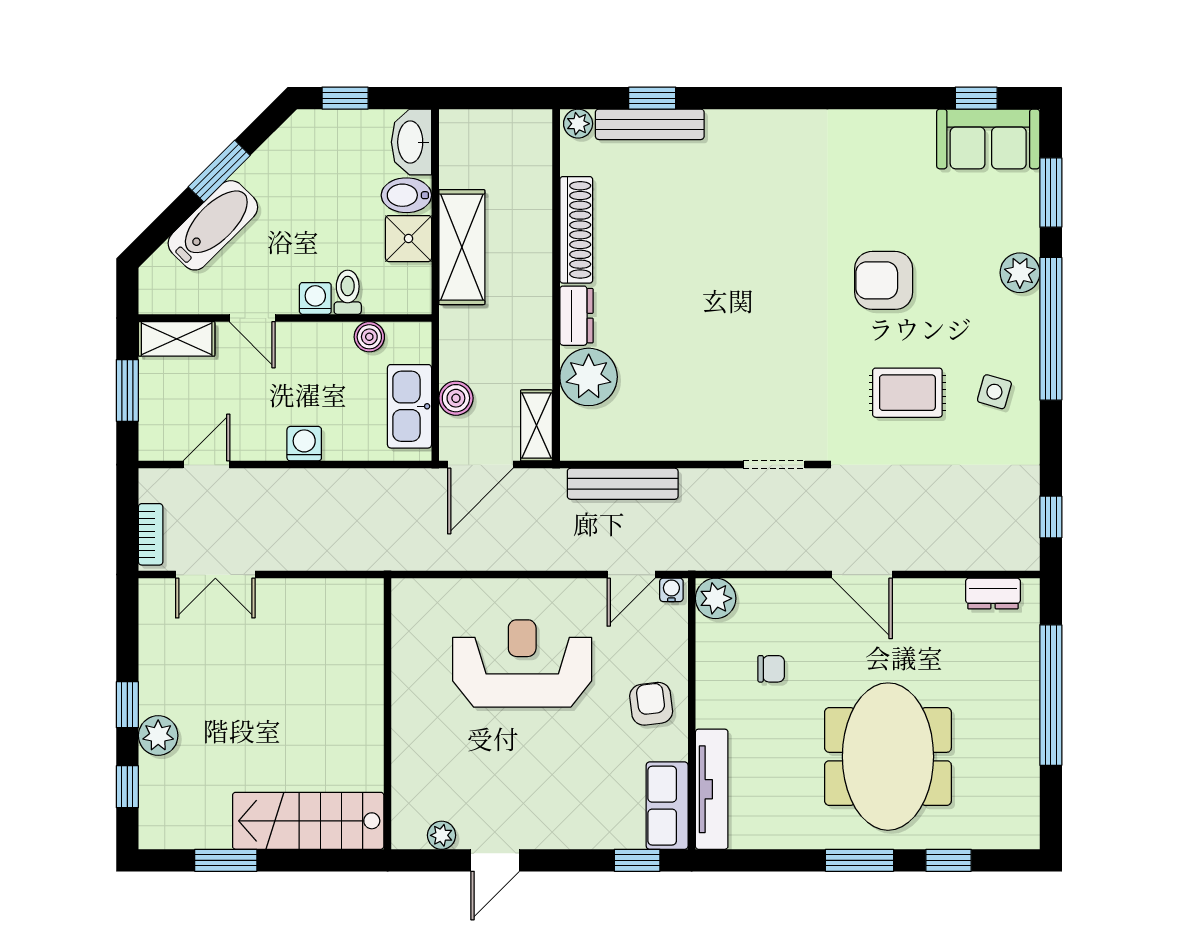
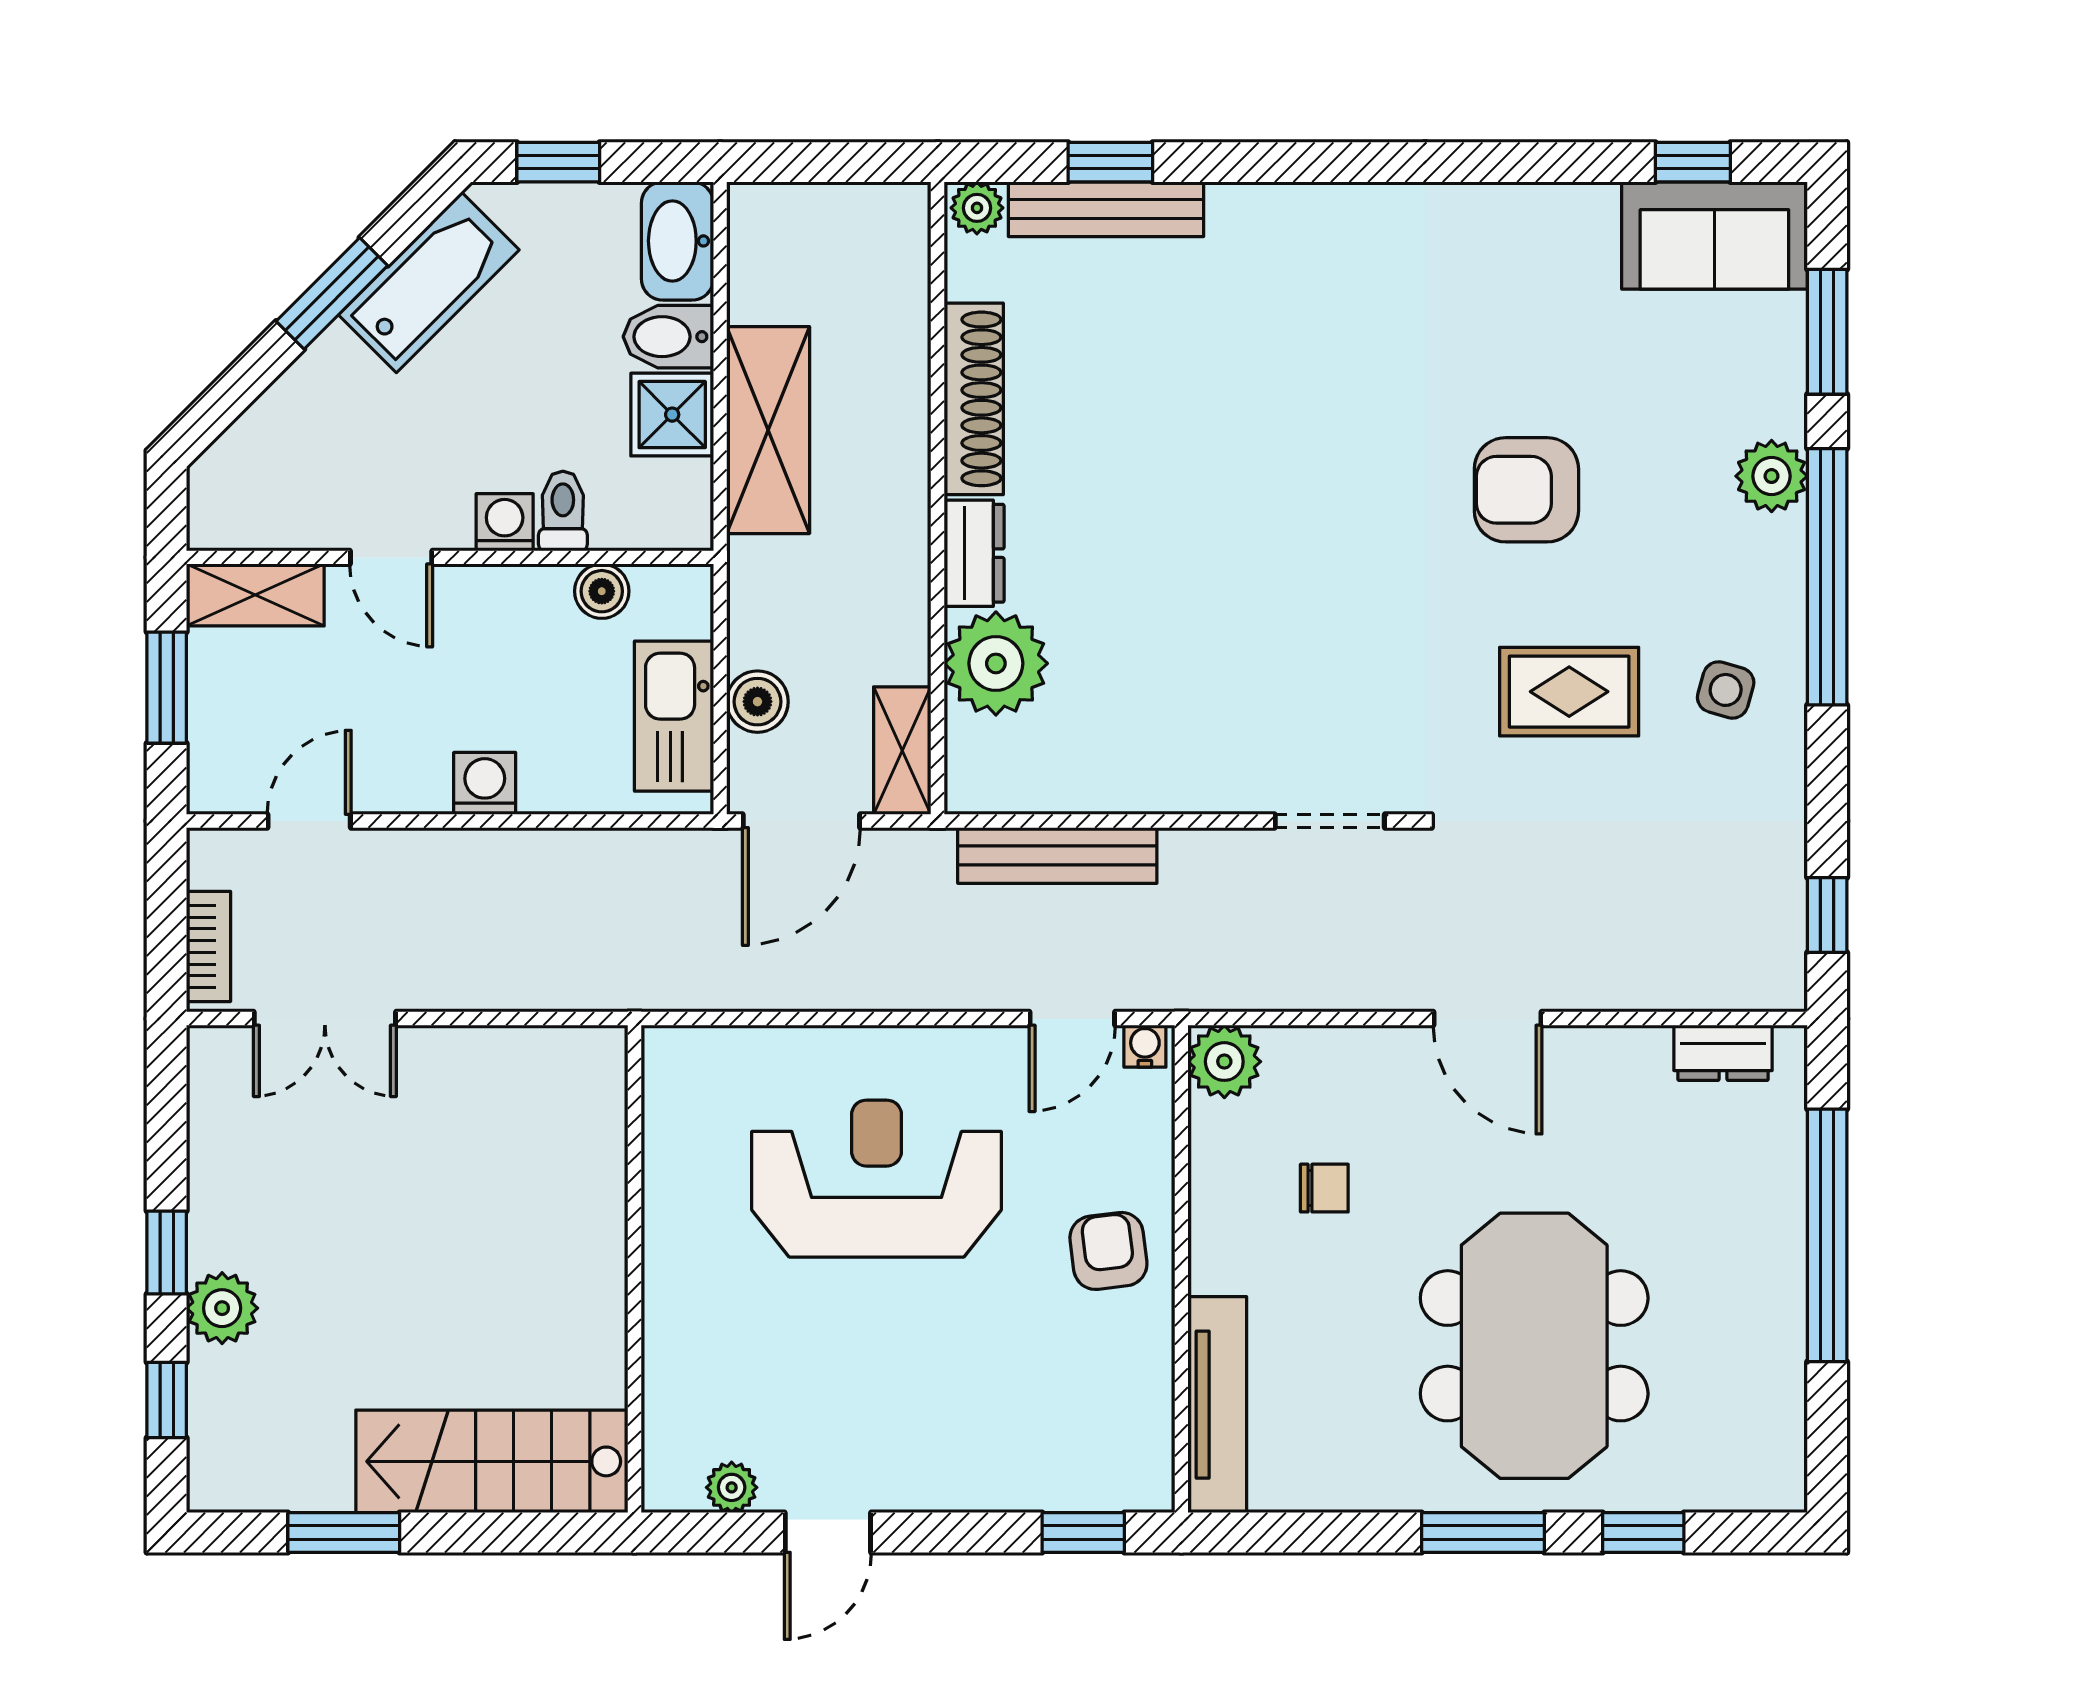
bathtub: (213, 225) -> (429, 282), moved
row of seats: (667, 806) -> (1137, 1434), removed

